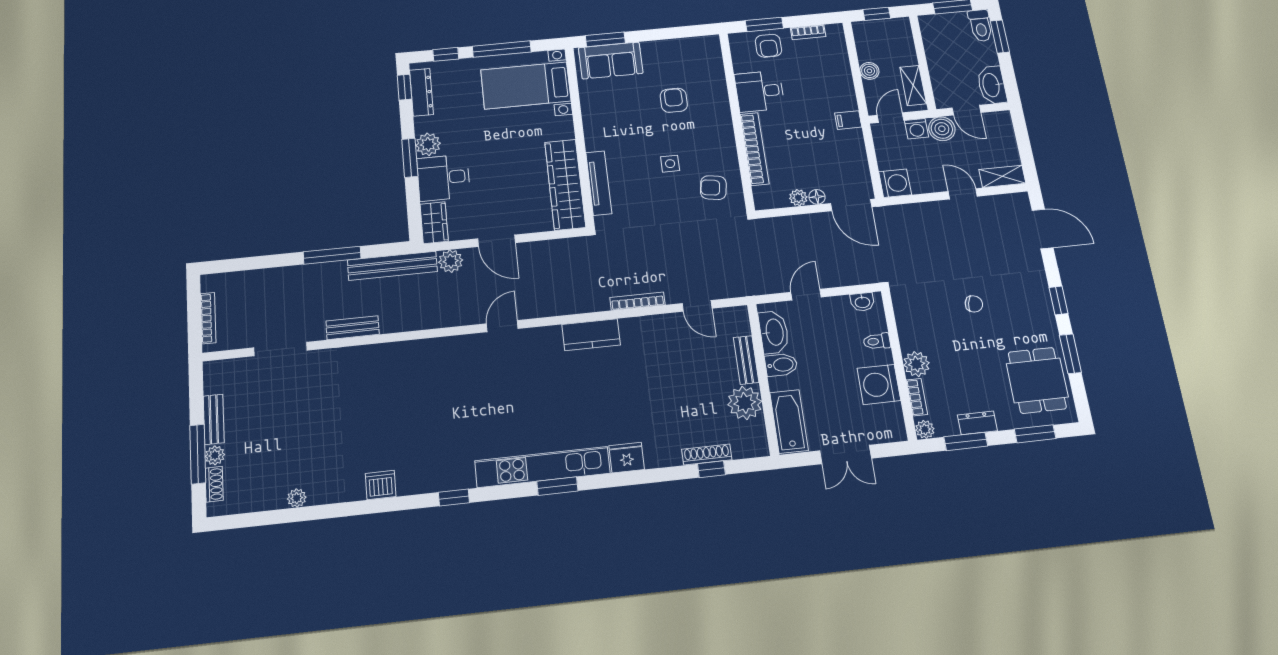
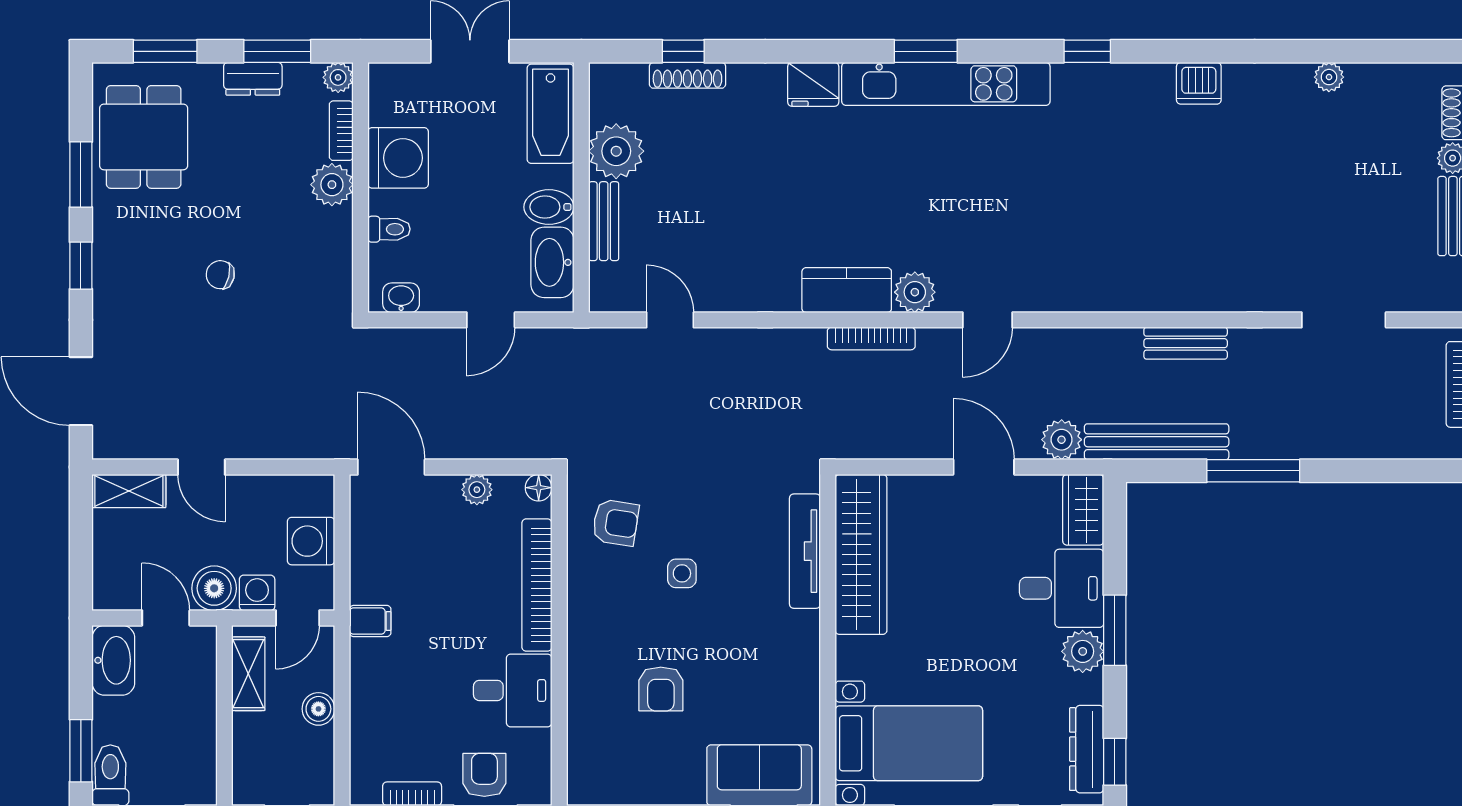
washing machine: (895, 183) -> (311, 541), moved
floor lamp: (817, 197) -> (539, 488), moved
bookcase: (637, 301) -> (871, 339), moved
bench: (353, 328) -> (1186, 343), moved
plant: (549, 338) -> (915, 292), added

